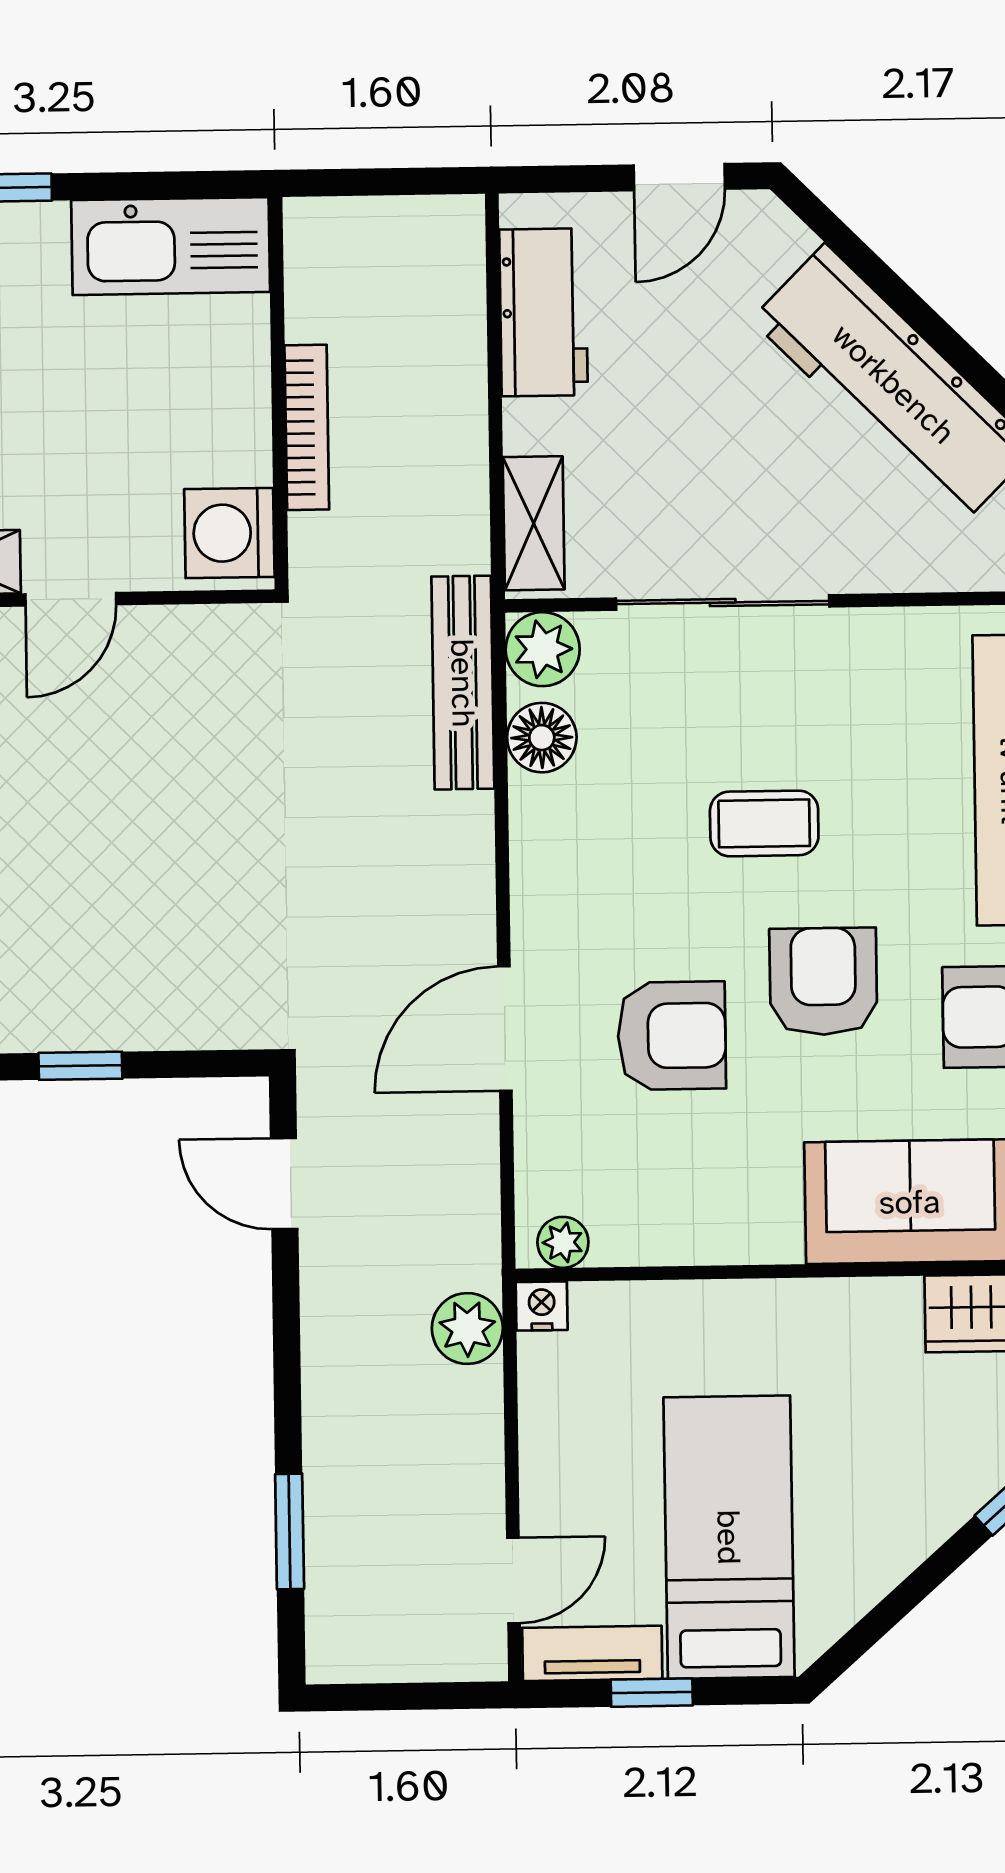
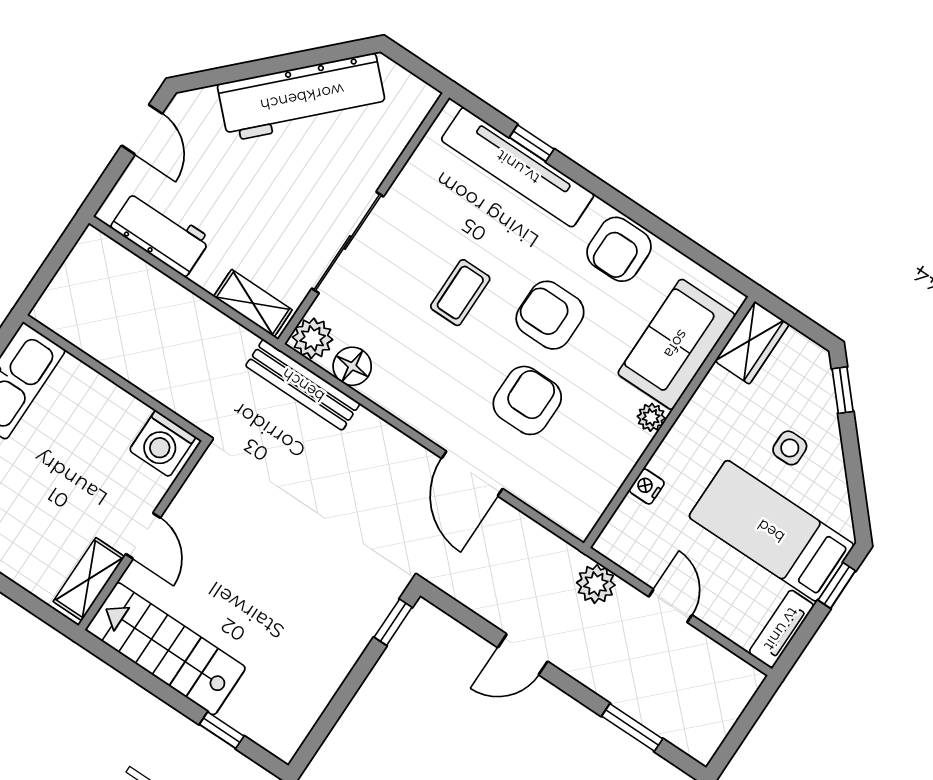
bookcase: (307, 427) -> (139, 376), removed
window: (80, 1066) -> (393, 622), moved
door: (284, 1184) -> (523, 654), moved
plant: (563, 1242) -> (651, 417), moved
nightstand: (542, 1306) -> (647, 486), moved
side table: (872, 1479) -> (790, 448), added
door: (514, 1580) -> (670, 606), moved
window: (652, 1693) -> (837, 585), moved

